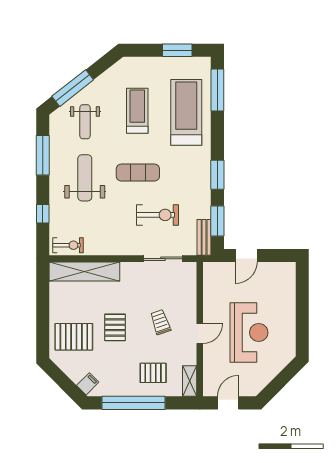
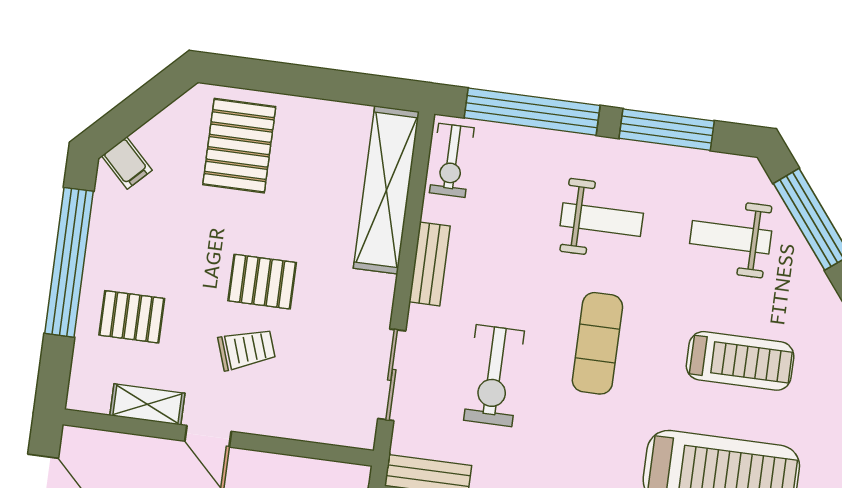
weight bench: (85, 178) -> (602, 220), width x0.73, depth x0.75
window: (43, 214) -> (532, 112), width x3.17
bench: (114, 249) -> (430, 264), added
pallet: (115, 327) -> (262, 282), moved
pallet: (153, 373) -> (132, 317), turned 90
shelving: (190, 381) -> (147, 404), moved

